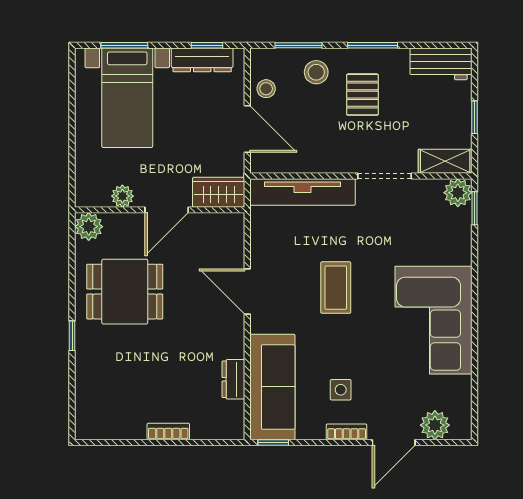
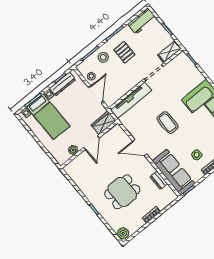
door: (247, 129) -> (96, 94), hinge flipped
plant: (458, 193) -> (182, 59), removed
plant: (89, 227) -> (123, 233), moved
dining table: (125, 292) -> (122, 192), moved

